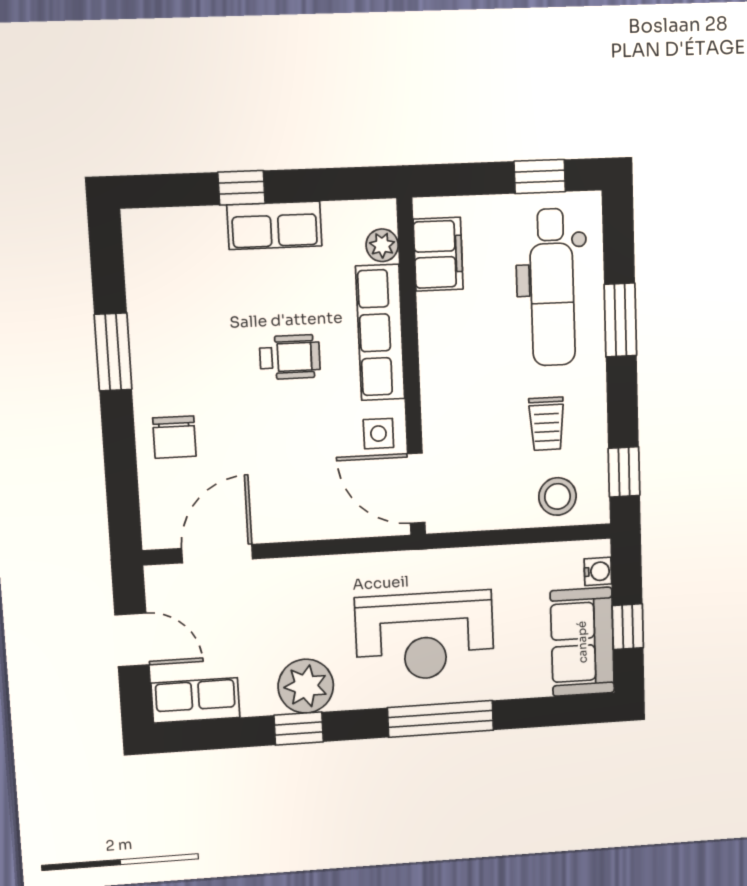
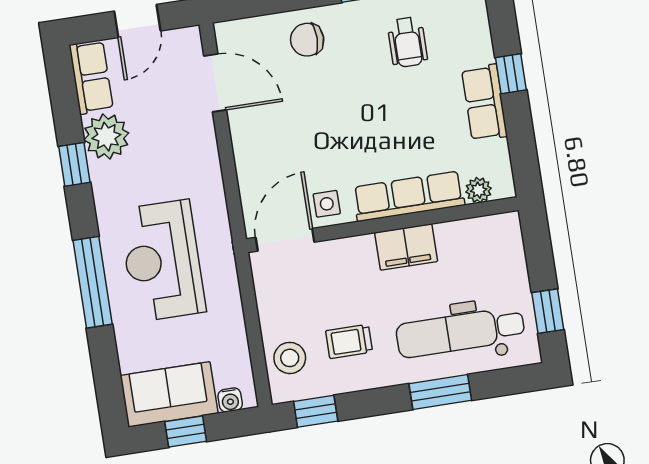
filing cabinet: (438, 254) -> (406, 247), moved
wheelchair: (290, 357) -> (407, 42), moved
plant: (306, 686) -> (106, 137), moved

